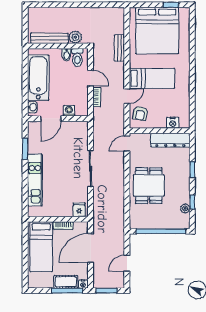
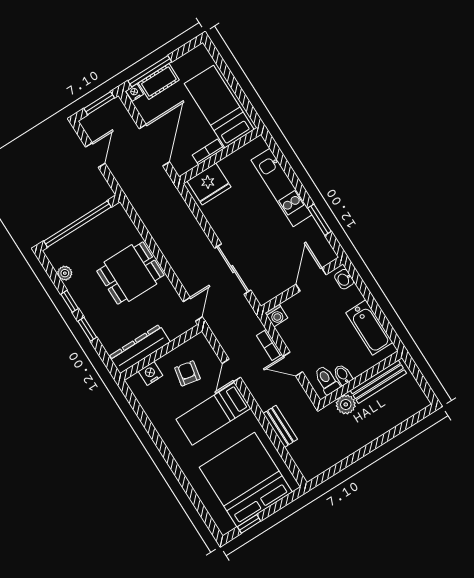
bathtub: (38, 78) -> (369, 328), width x0.73, depth x0.73
washing machine: (69, 111) -> (276, 316), moved
armchair: (140, 113) -> (187, 373), moved
sliding door: (91, 169) -> (233, 269), moved
dining table: (149, 186) -> (130, 273), turned 90
window: (192, 202) -> (70, 301), moved
fridge: (79, 210) -> (209, 184), width x1.88, depth x1.34

